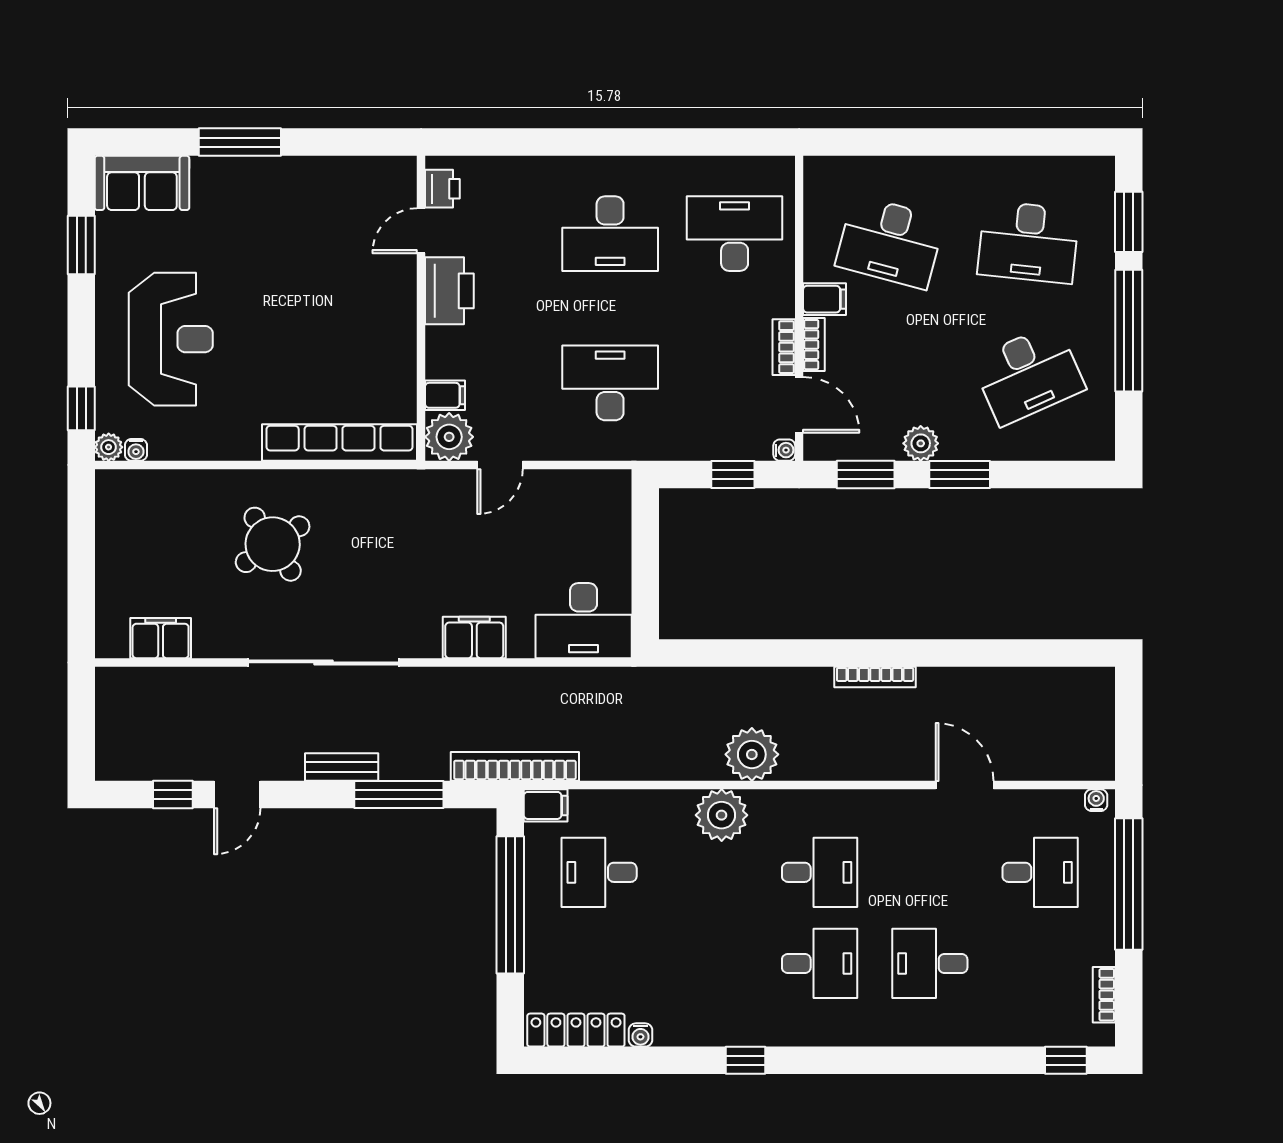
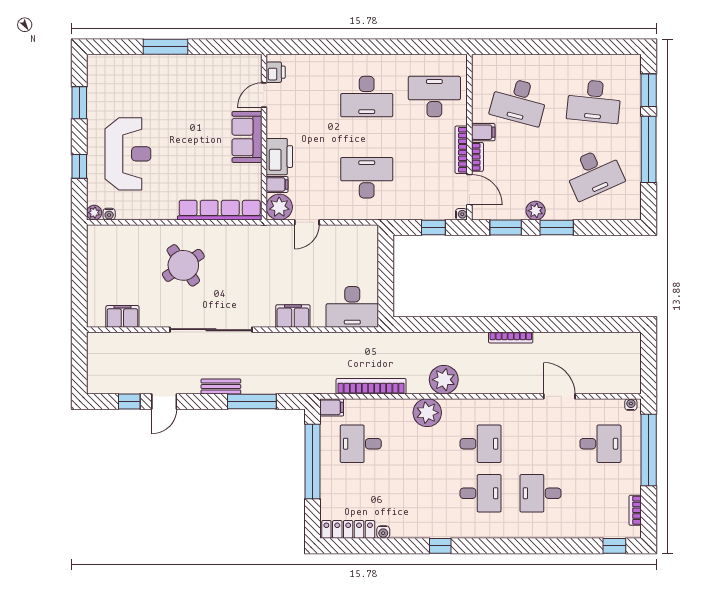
sofa: (142, 183) -> (247, 137), moved, turned 90
printer: (449, 291) -> (279, 157), moved
bookcase: (784, 347) -> (461, 150), width x1.56
window: (81, 408) -> (79, 166), moved
bookcase: (515, 766) -> (371, 386), moved

